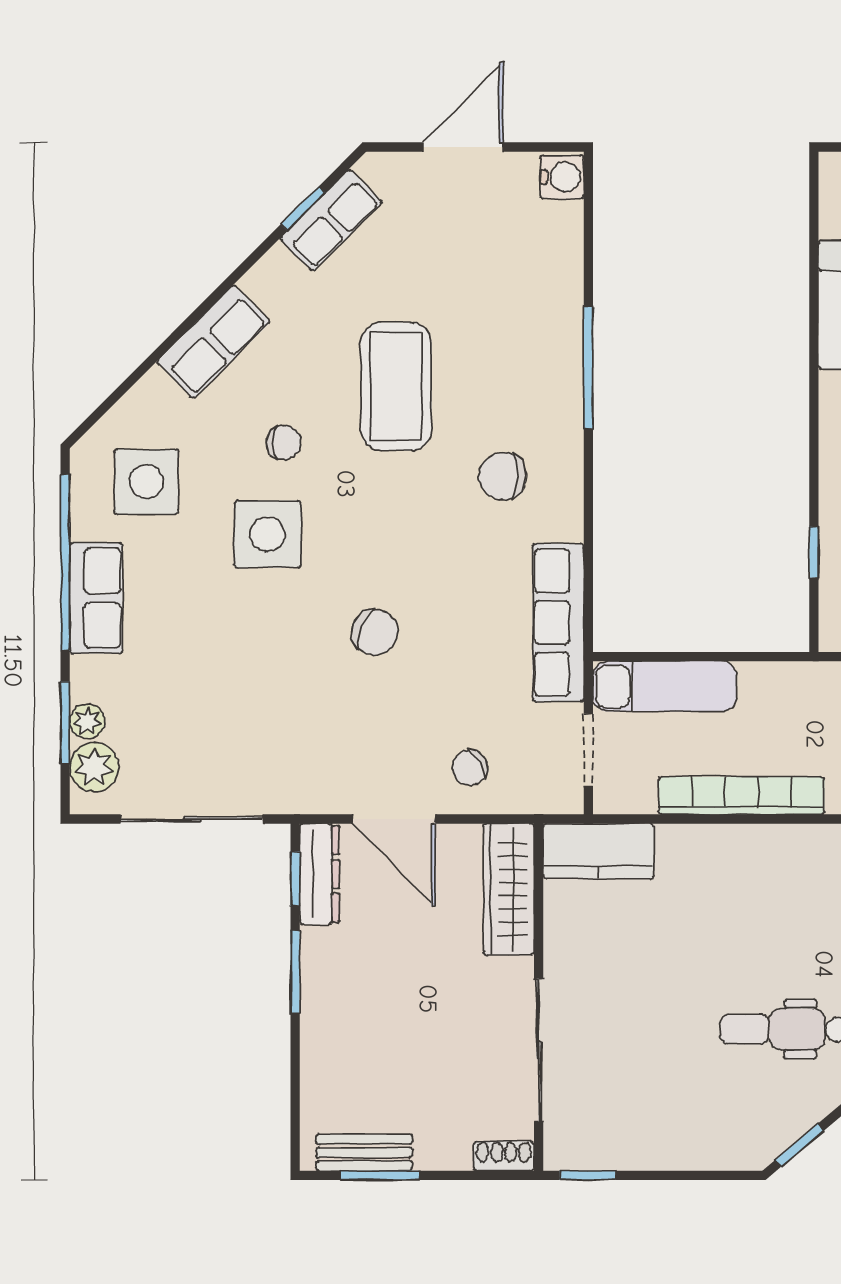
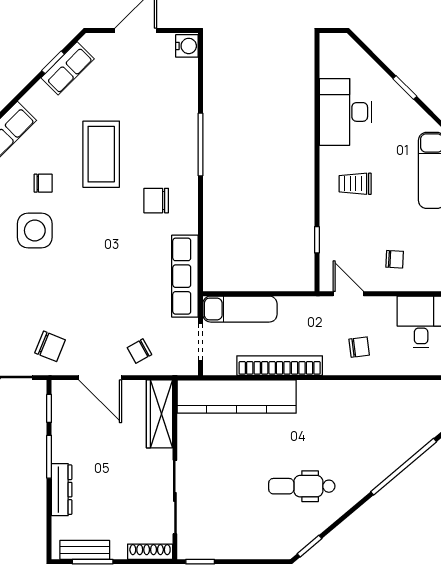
chair: (375, 632) -> (50, 346), moved
kitchen counter: (598, 851) -> (237, 397), width x2.08, depth x1.17
dresser: (319, 874) -> (62, 490), moved
shoe rack: (504, 1156) -> (150, 552), width x1.43

